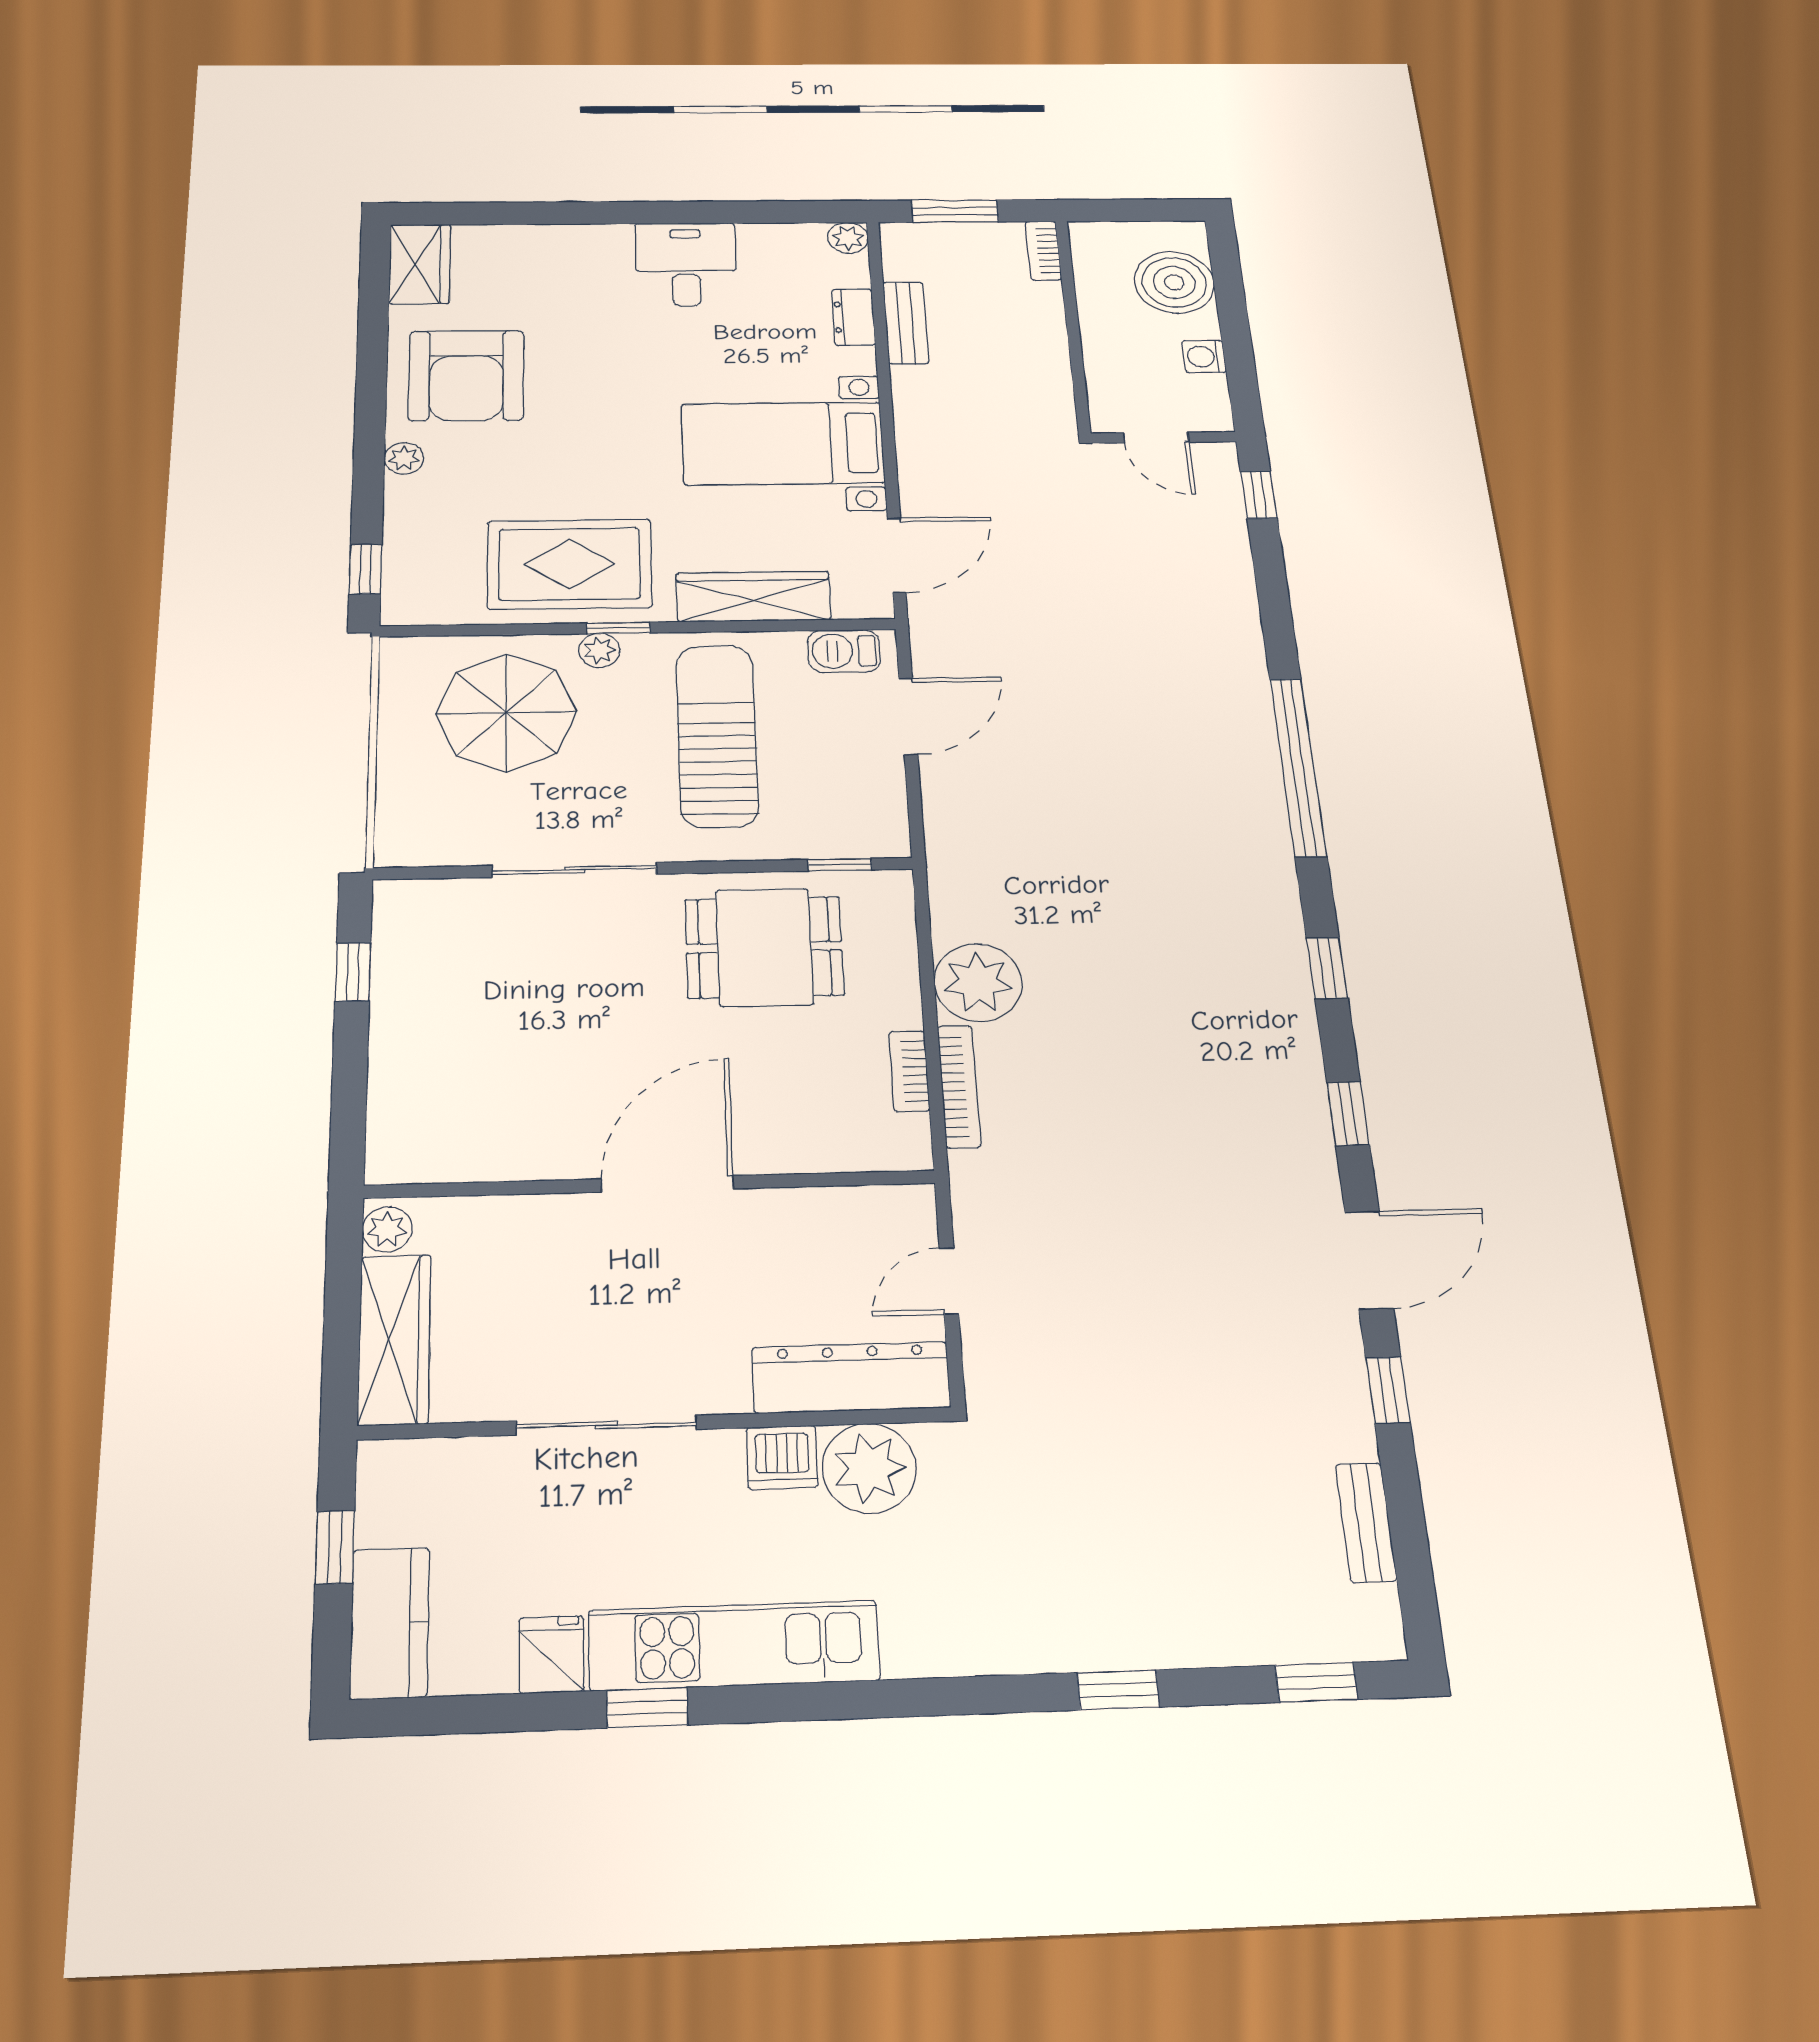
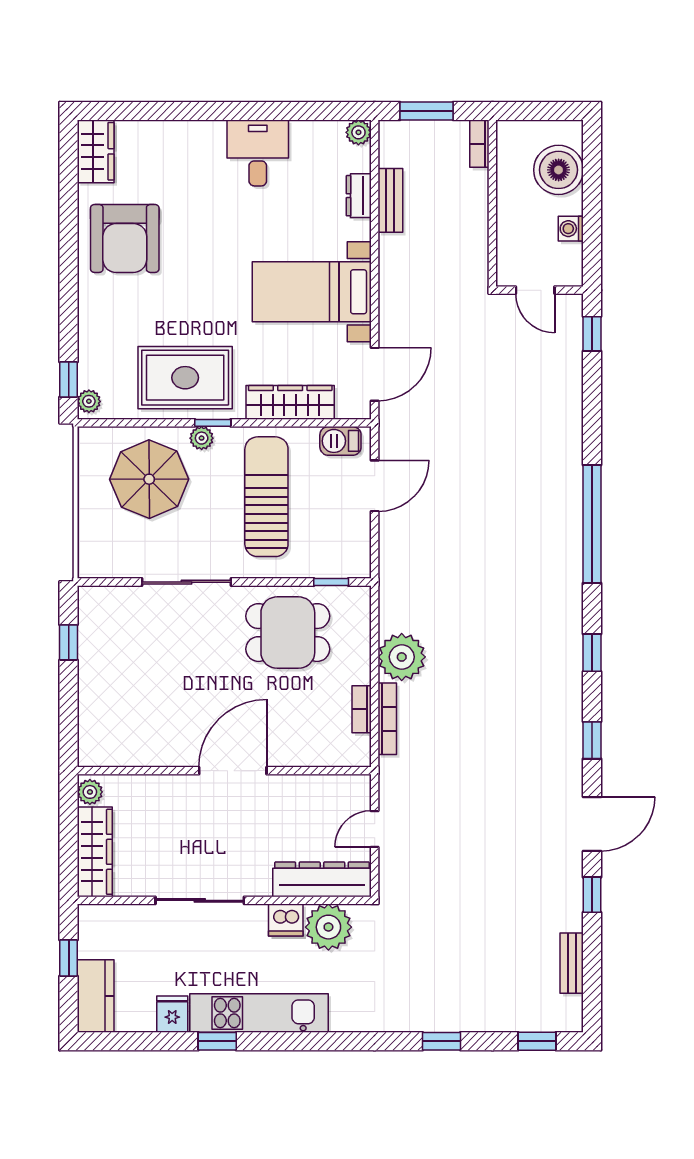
plant: (404, 458) -> (89, 401), moved

